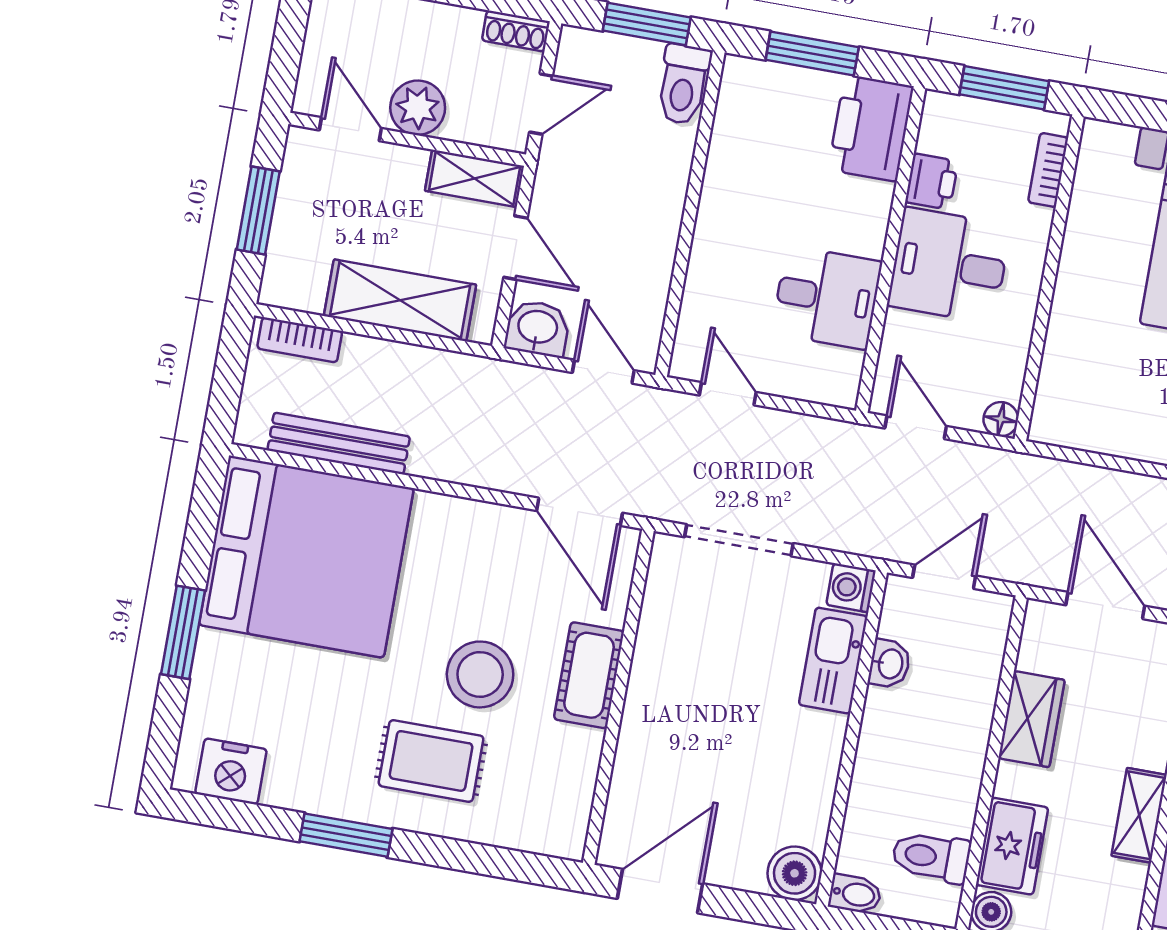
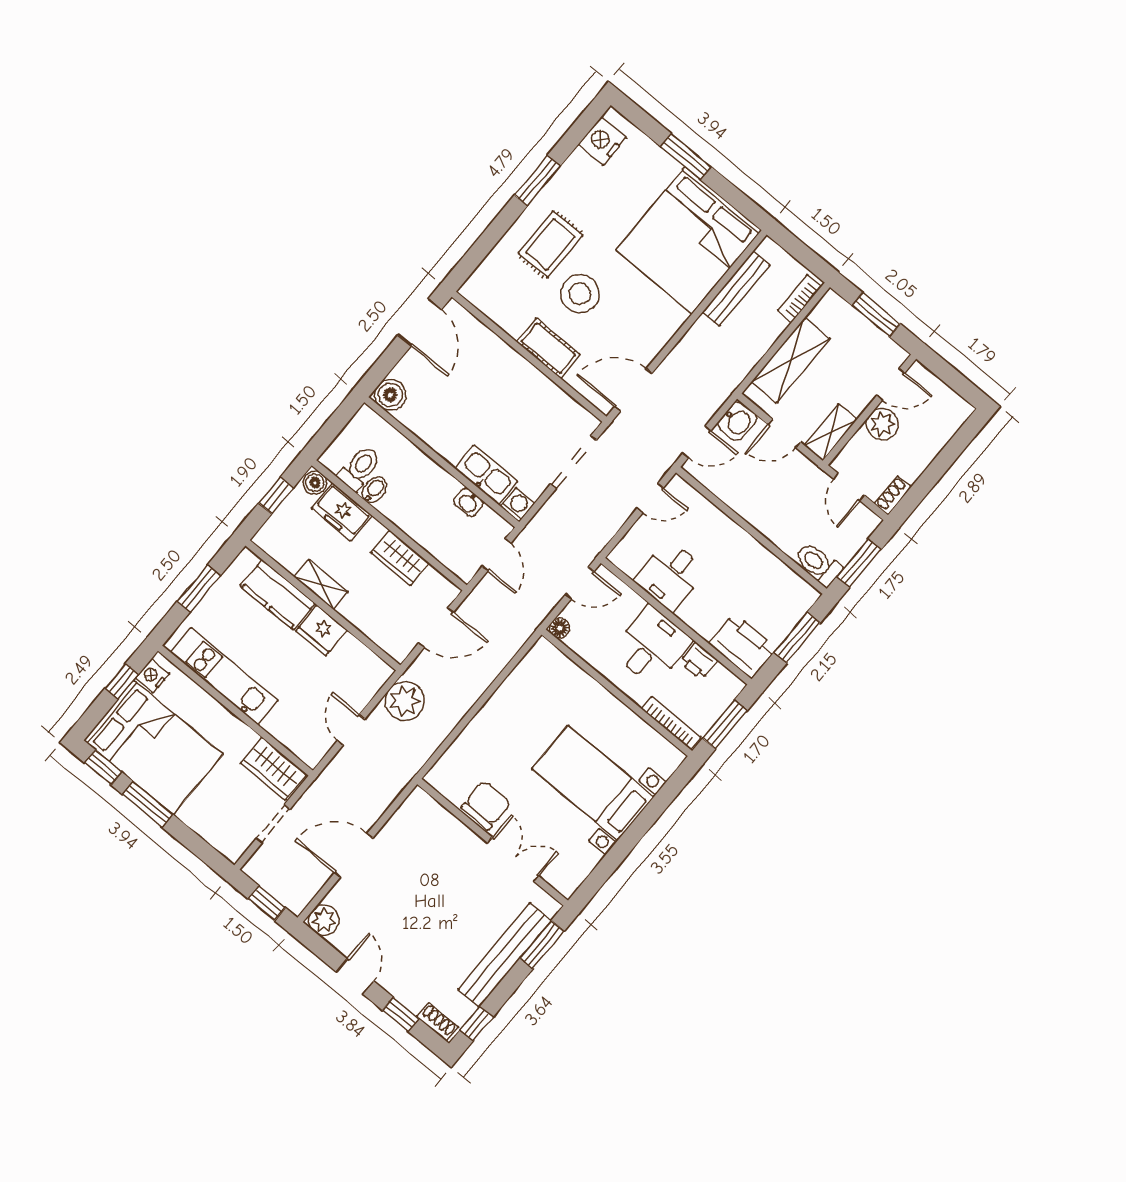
bookcase: (1048, 170) -> (671, 723), width x1.56
bidet: (855, 894) -> (374, 490), moved, turned 180

